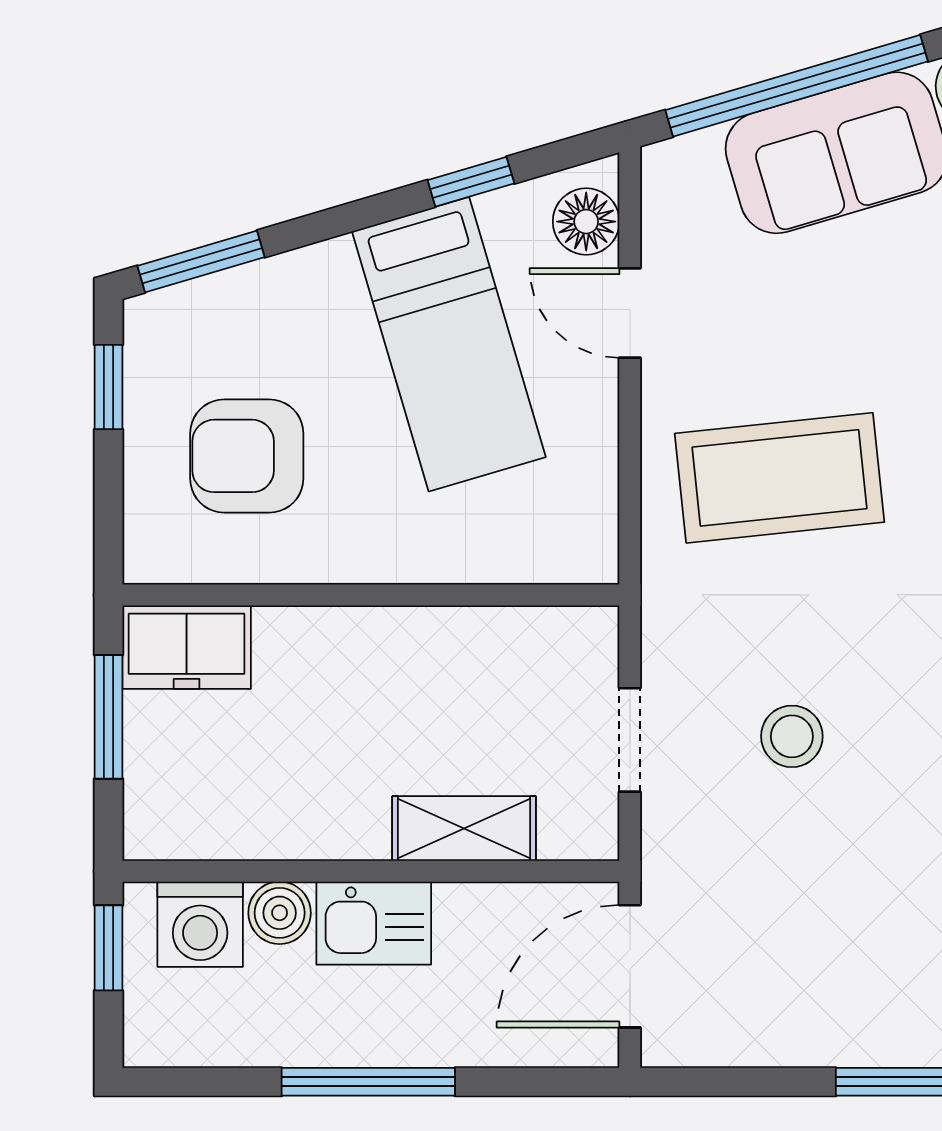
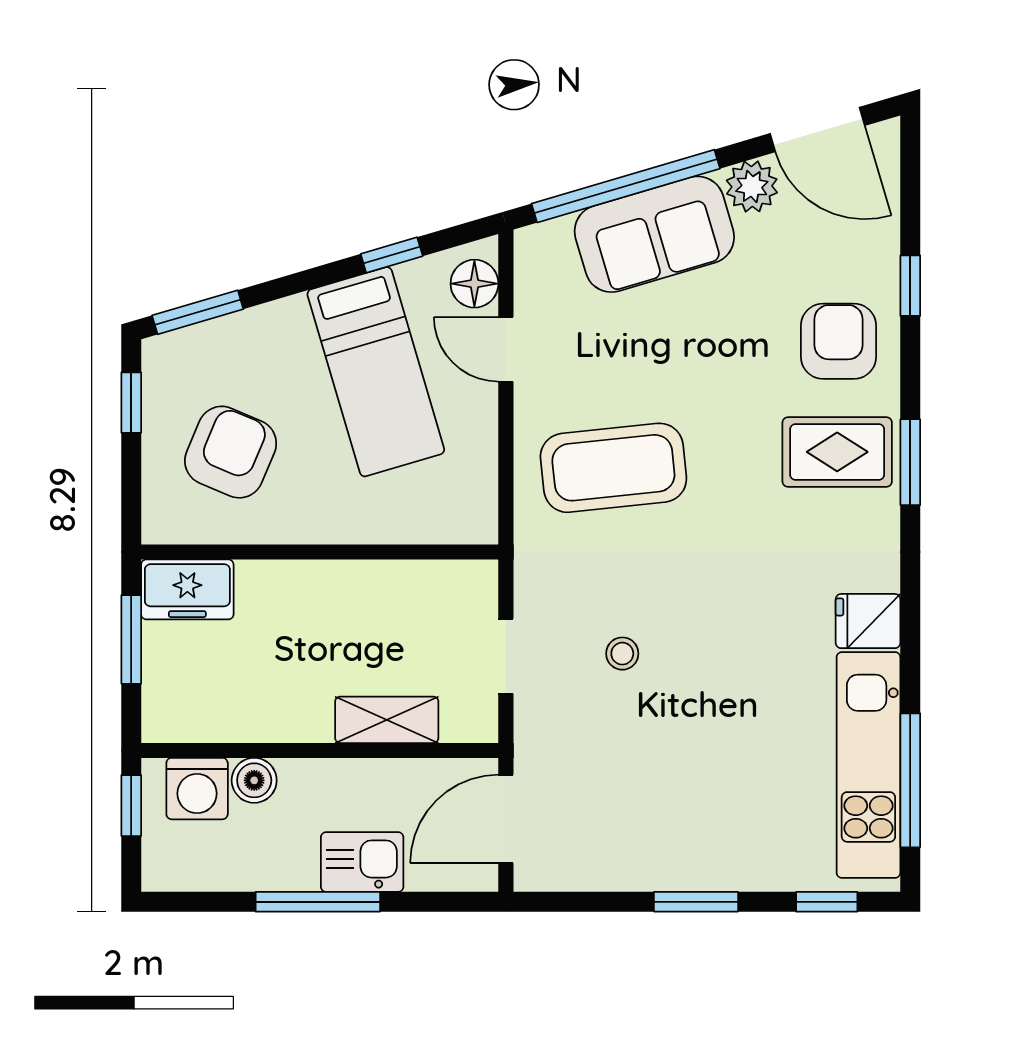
armchair: (247, 456) -> (231, 452), turned 113
stool: (792, 736) -> (622, 654), width x0.73, depth x0.73
kitchen sink: (374, 923) -> (362, 862), moved, turned 180

